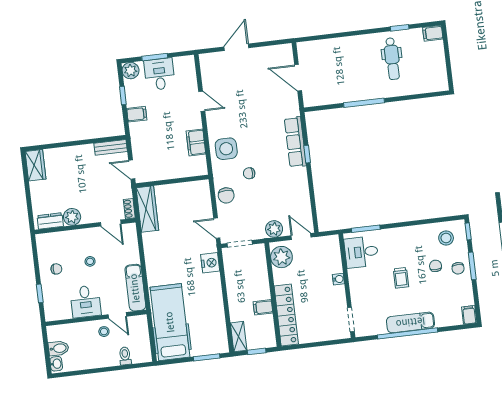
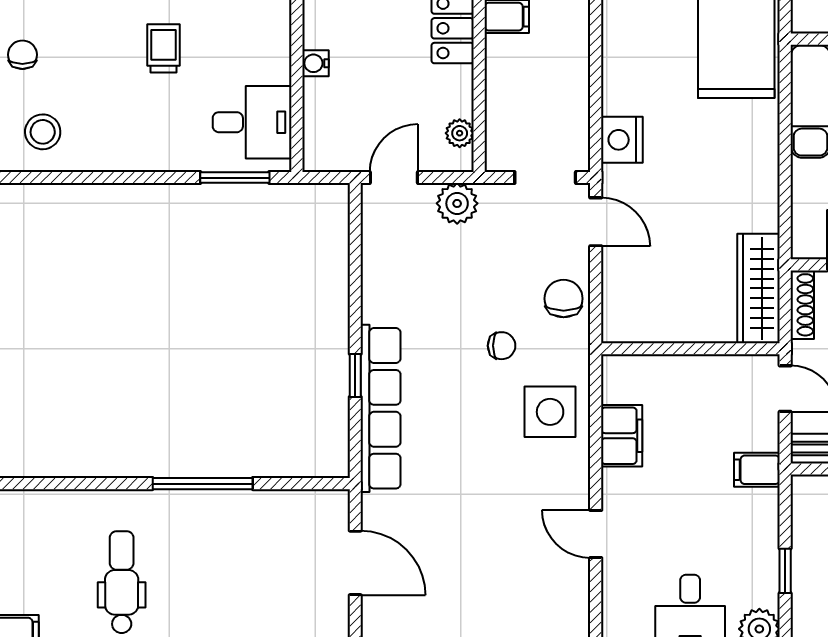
filing cabinet: (137, 114) -> (757, 470), moved
row of seats: (295, 142) -> (381, 408), width x1.36
shoe rack: (129, 209) -> (802, 305), width x1.43
door: (301, 236) -> (394, 178), swing flipped
plant: (281, 257) -> (460, 133), width x0.53, depth x0.53
chair: (436, 266) -> (76, 67), removed

